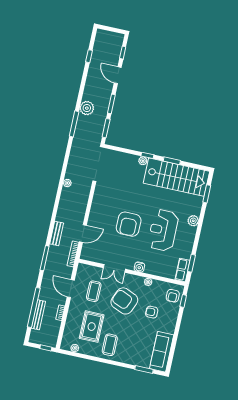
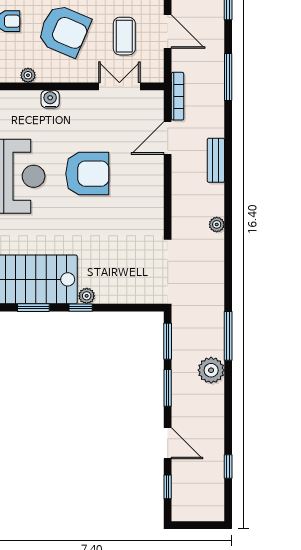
armchair: (129, 224) -> (87, 174), turned 90
bench: (57, 233) -> (216, 160), moved
double door: (114, 268) -> (119, 86), moved

